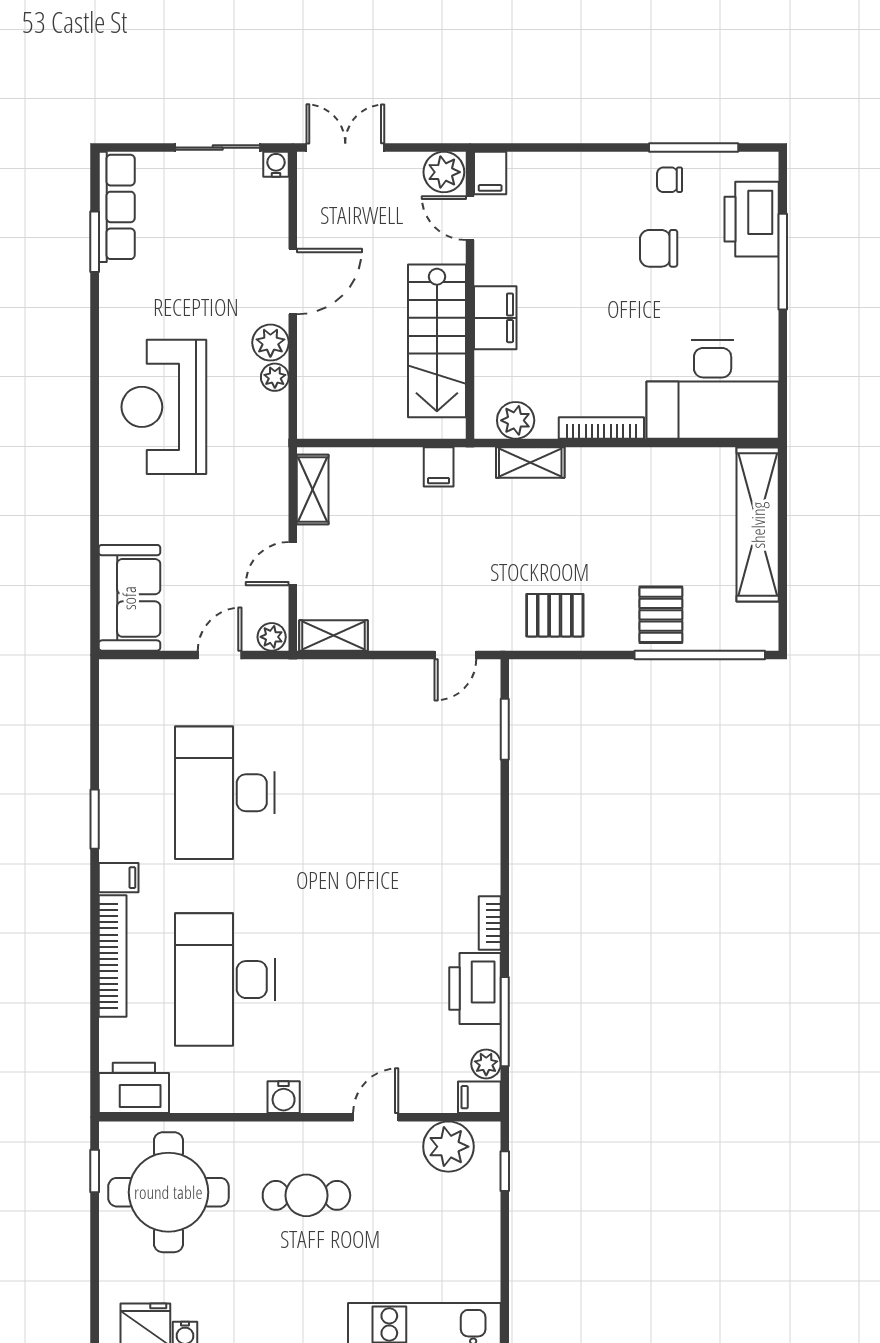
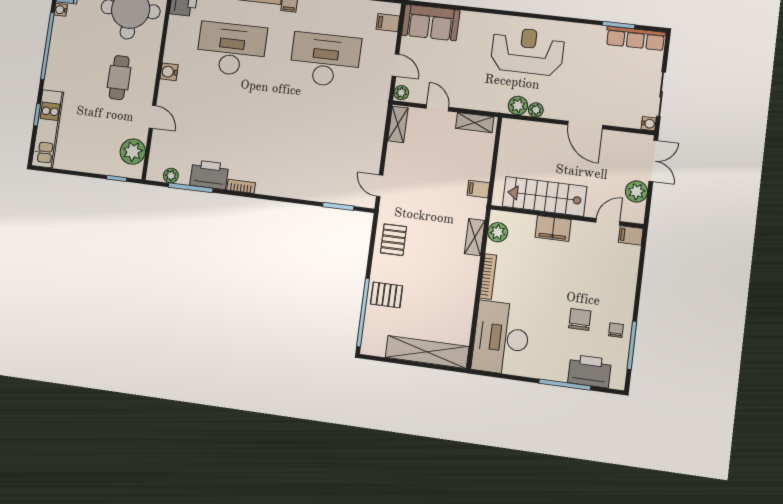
plant: (444, 172) -> (636, 192), moved
plant: (270, 343) -> (518, 106), moved
filing cabinet: (479, 1097) -> (388, 23), moved, turned -90

